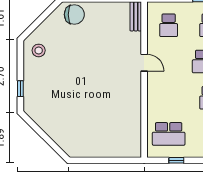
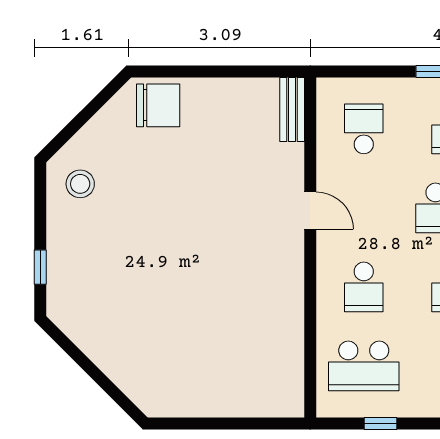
school desk: (169, 25) -> (364, 129), turned 180
school desk: (169, 98) -> (364, 287), added

